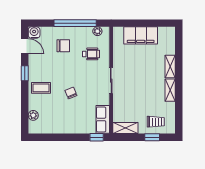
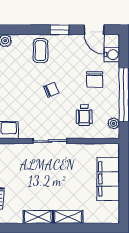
water cooler: (34, 33) -> (112, 55), moved
door: (25, 46) -> (94, 30), hinge flipped
chair: (71, 93) -> (51, 90), moved

